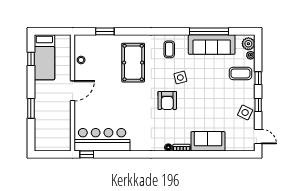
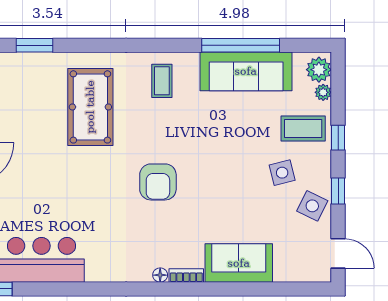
side table: (180, 78) -> (282, 173), moved

